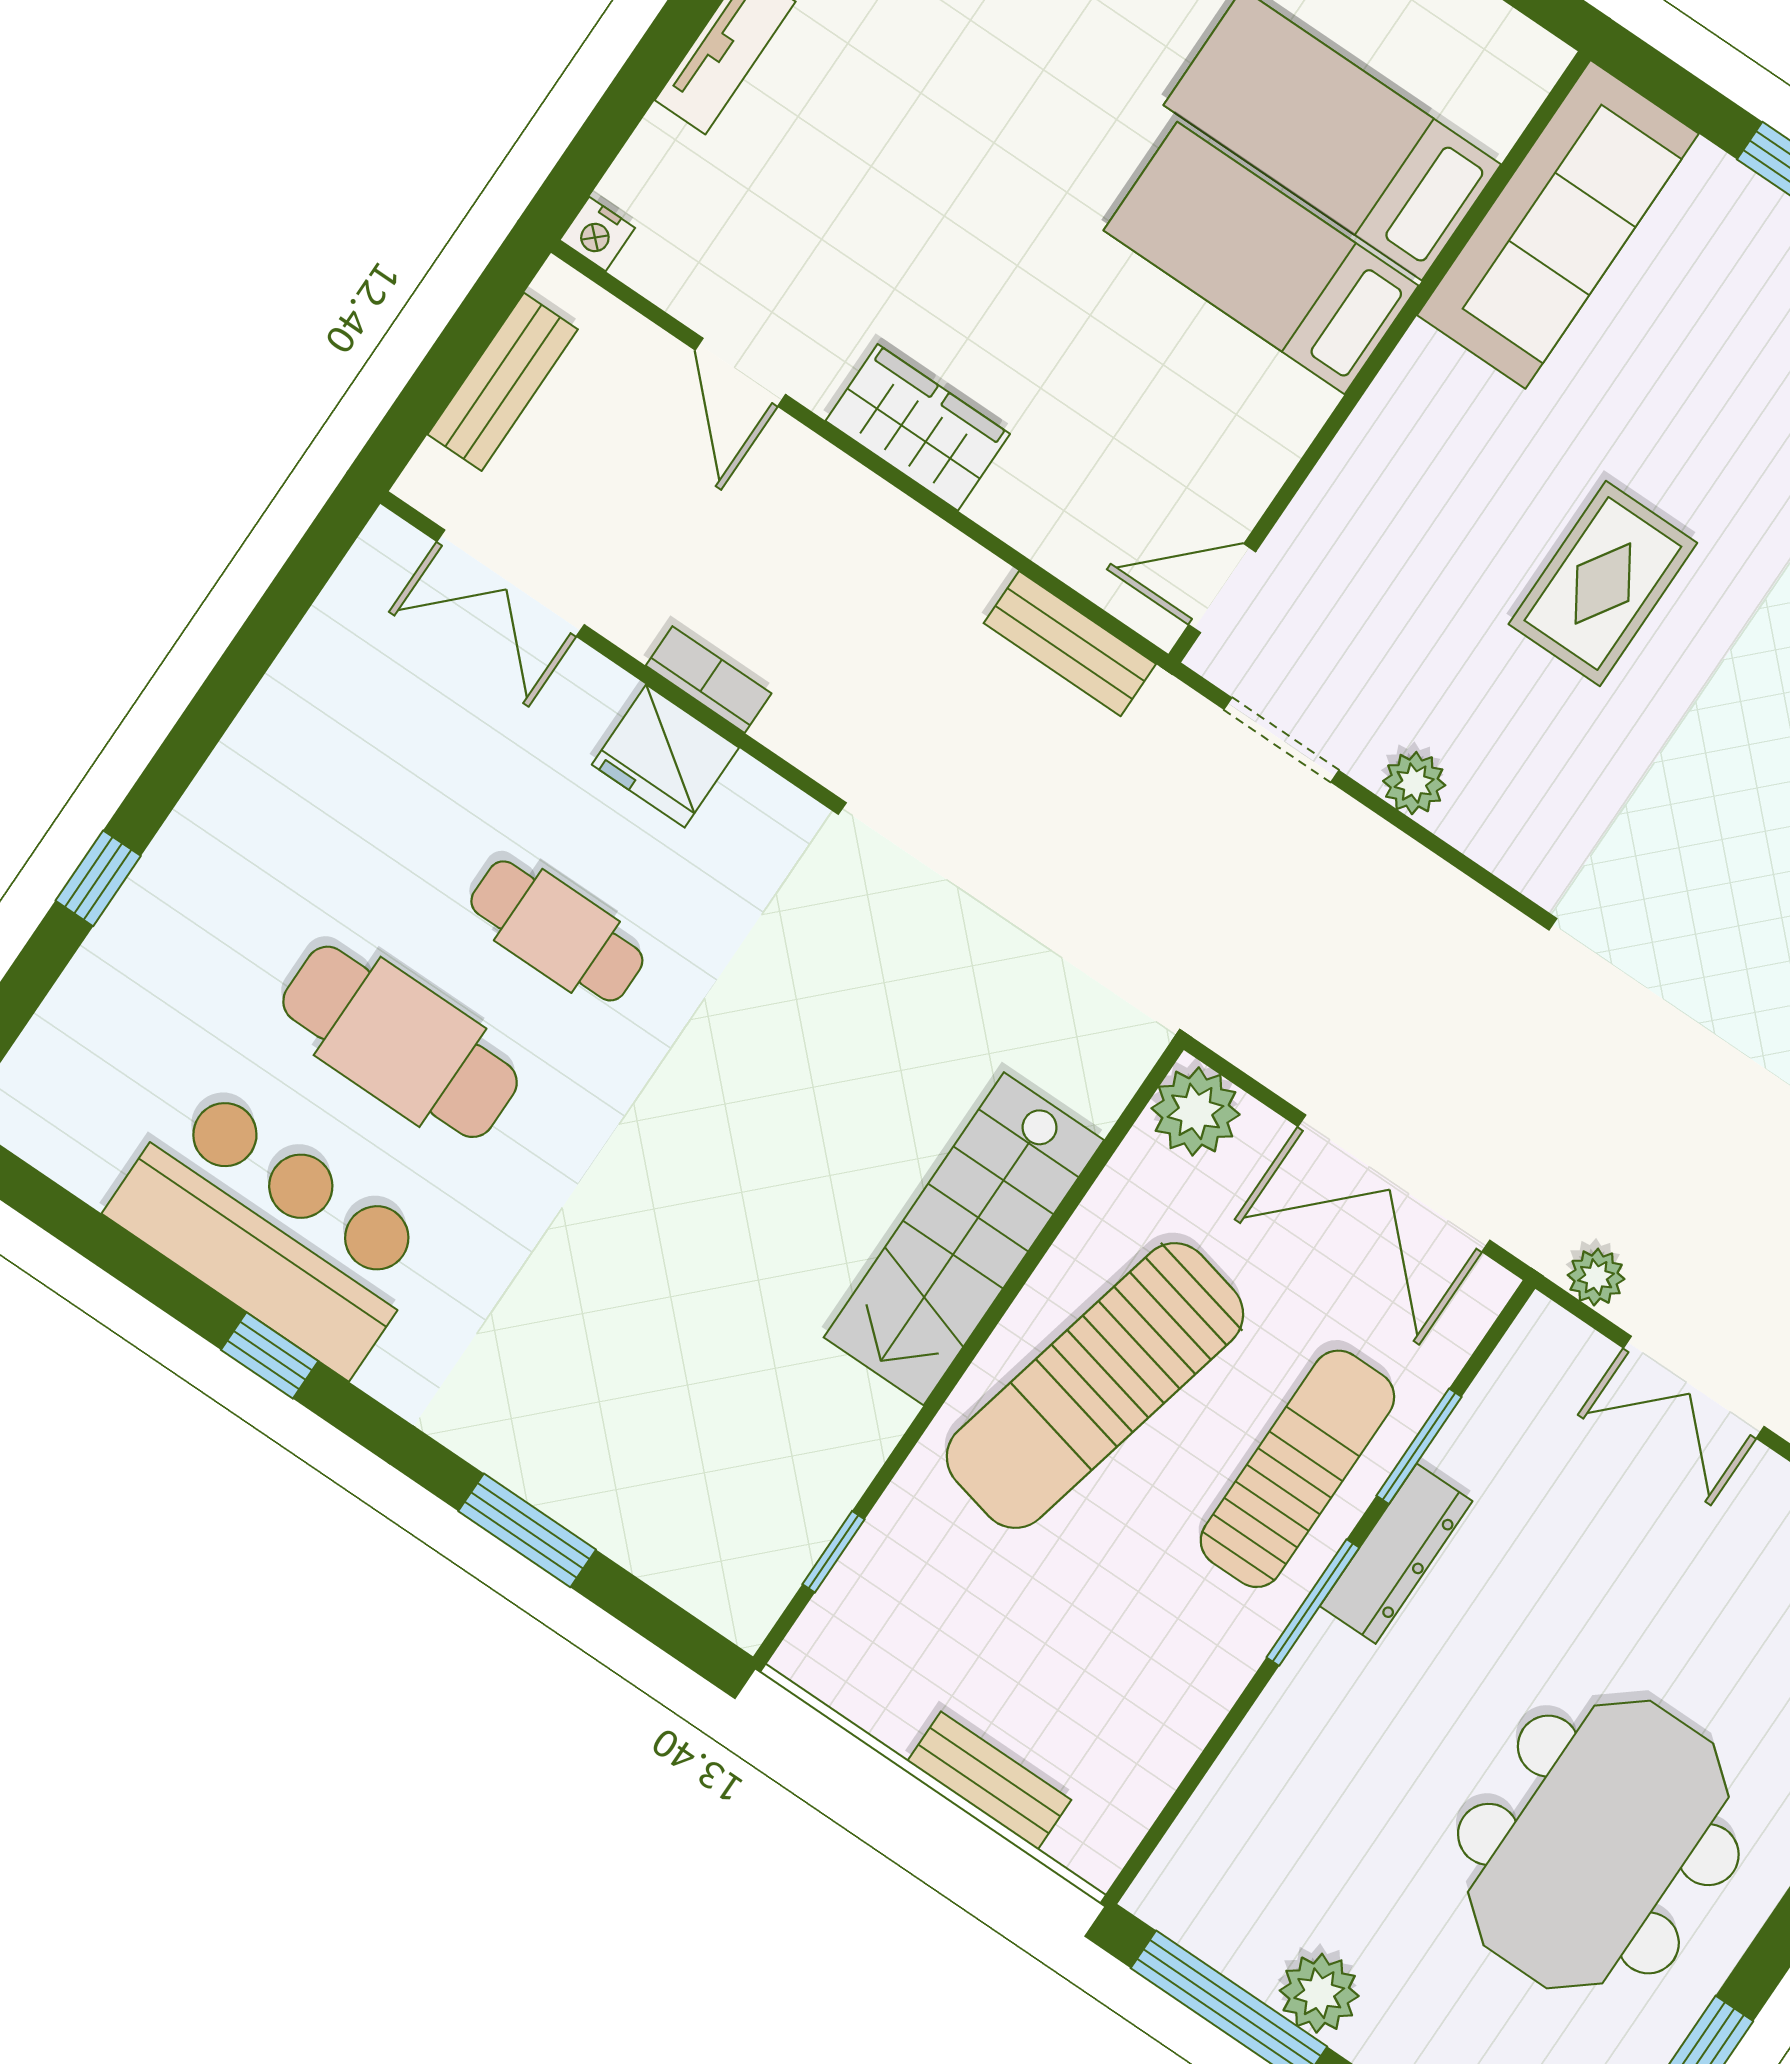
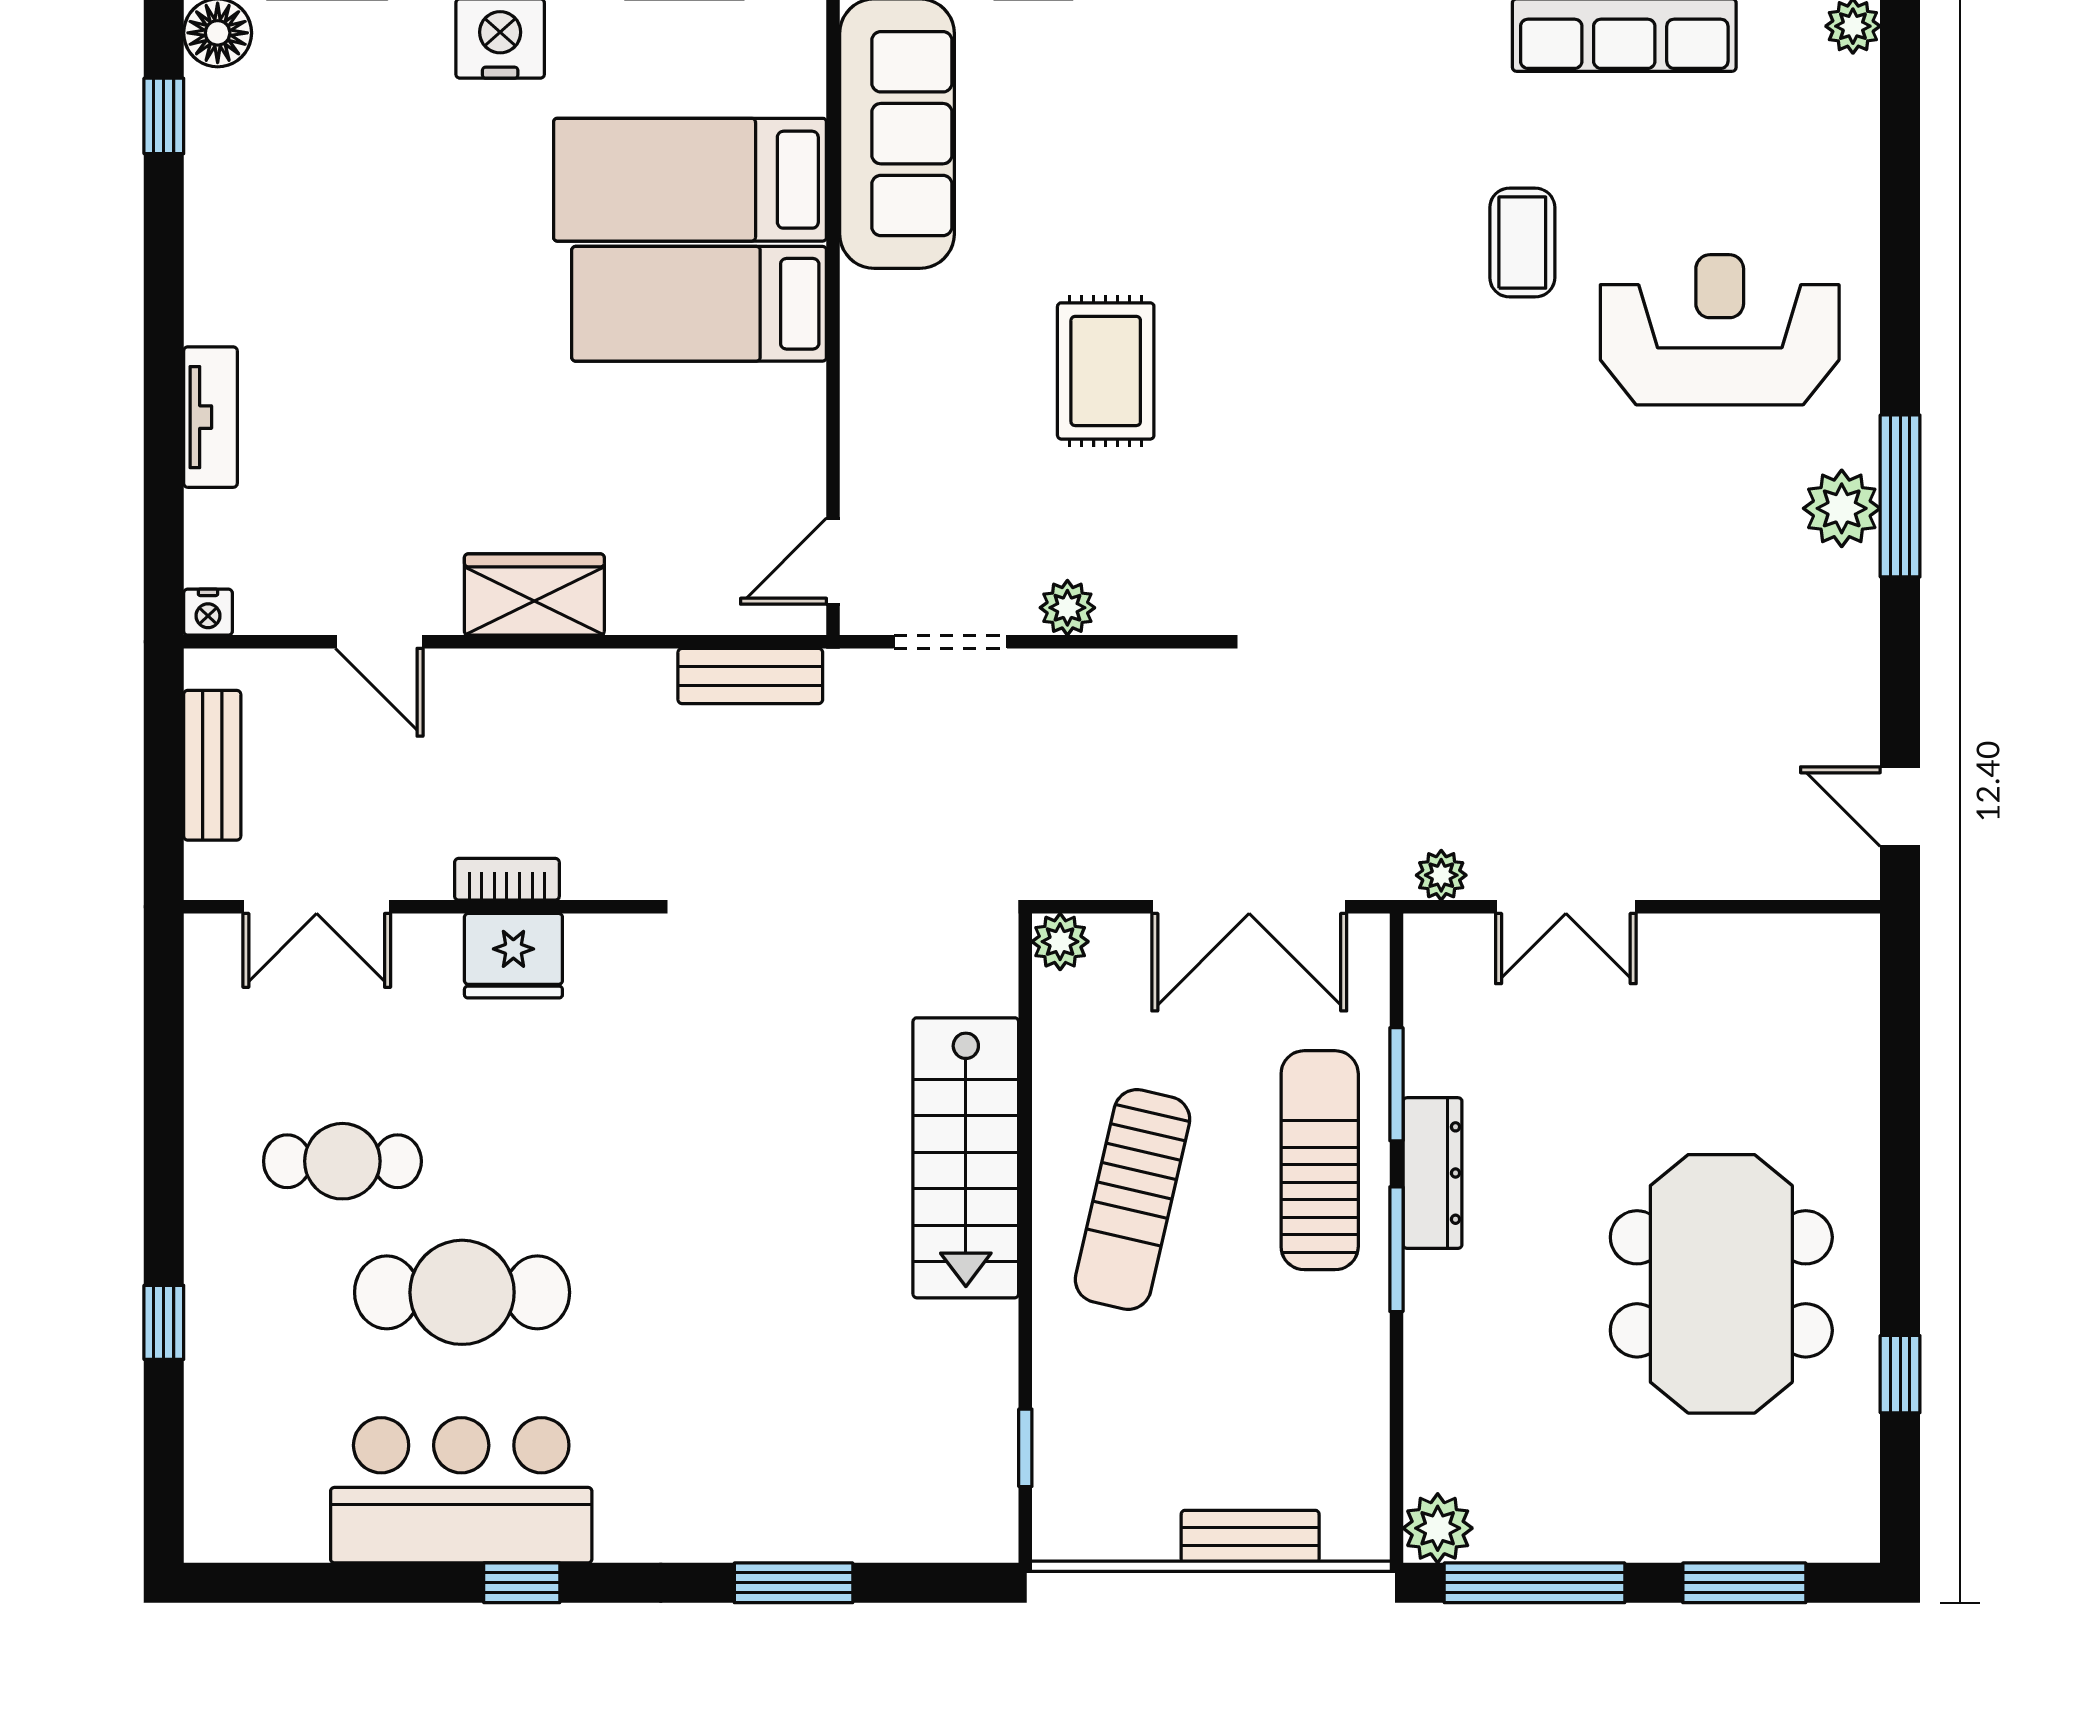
cafe table: (557, 931) -> (342, 1161), moved
plant: (1196, 1111) -> (1060, 942), width x0.73, depth x0.73
sun lounger: (1095, 1386) -> (1133, 1199), width x0.73, depth x0.75
plant: (1319, 1993) -> (1438, 1528), moved

